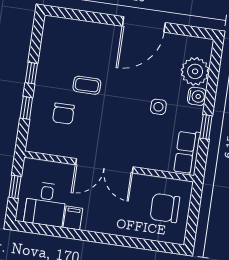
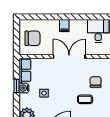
water cooler: (197, 96) -> (24, 88), moved
filing cabinet: (73, 218) -> (64, 26), moved

